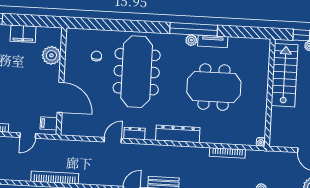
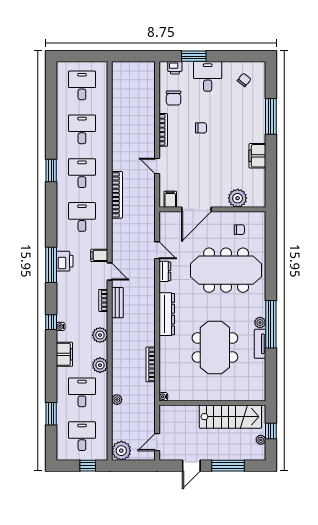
plant: (51, 55) -> (238, 198), moved
wall: (61, 81) -> (212, 209), moved
door: (61, 97) -> (196, 209), moved
filing cabinet: (49, 123) -> (170, 199), moved

